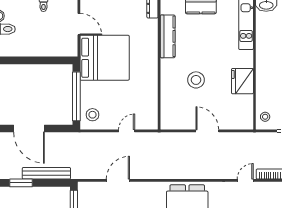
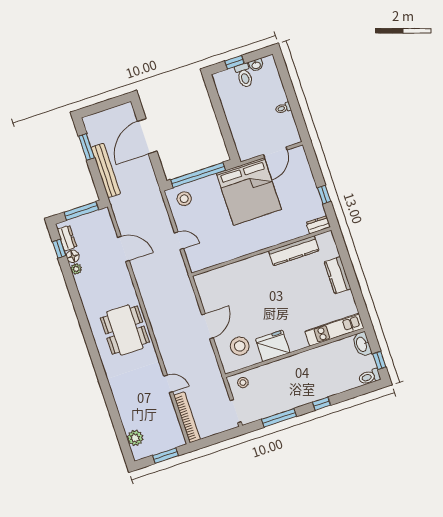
stool: (196, 80) -> (240, 346), moved

